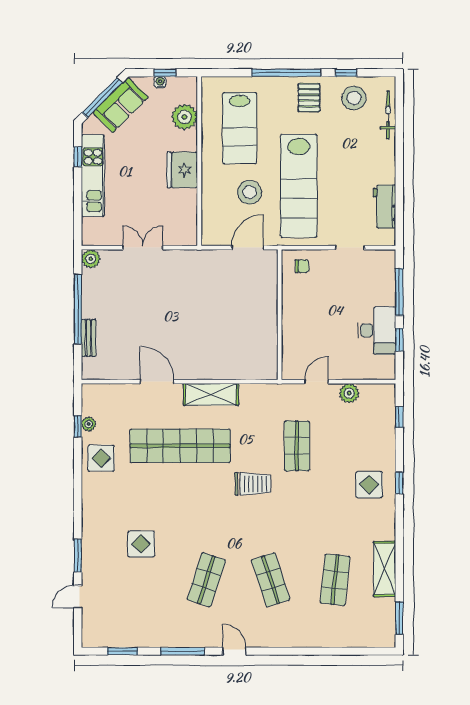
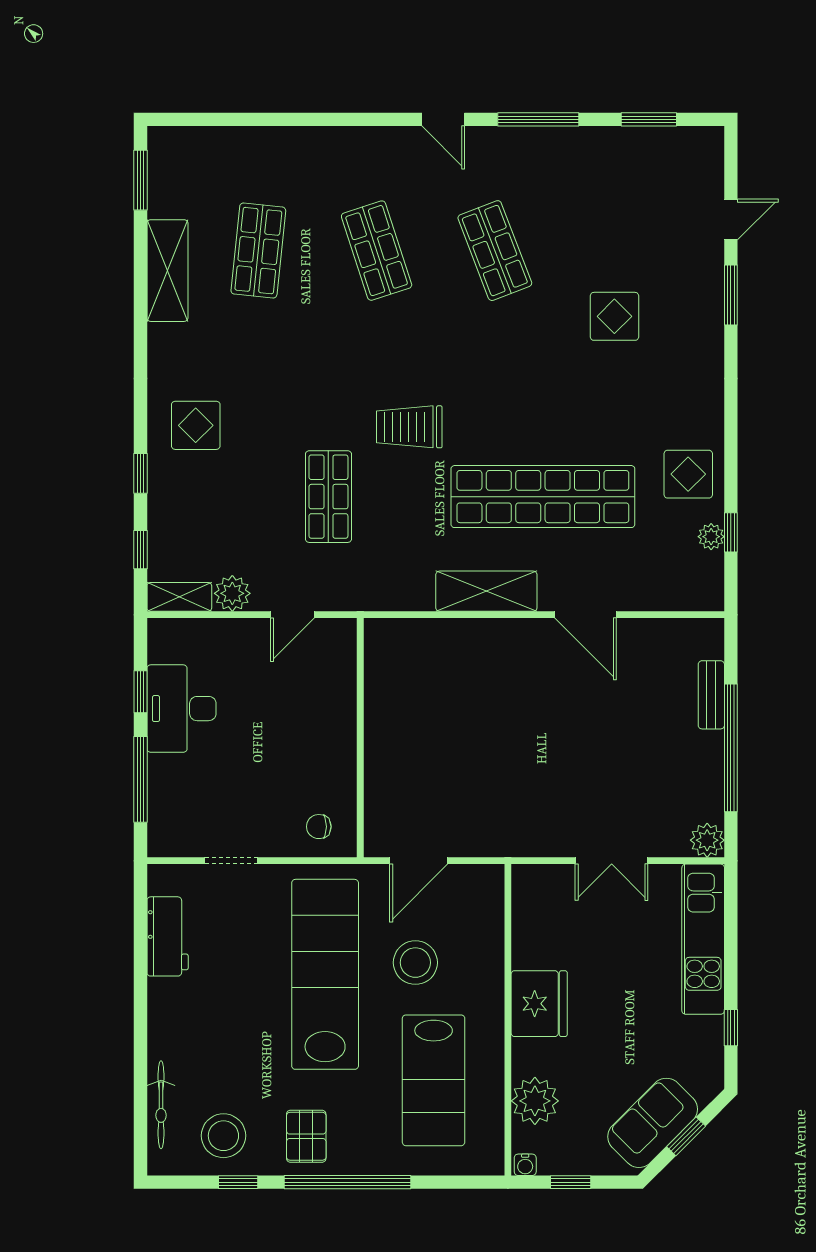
water cooler: (160, 82) -> (525, 1165), moved
window: (102, 98) -> (686, 1136), width x0.46
lab bench: (240, 128) -> (434, 1080), turned 180
kitchen unit: (93, 176) -> (703, 939), moved
shelving: (378, 391) -> (179, 597), added
window: (399, 483) -> (140, 473), moved
shop shelf: (206, 580) -> (495, 251), turned -39

